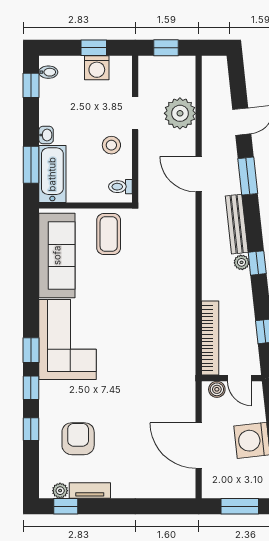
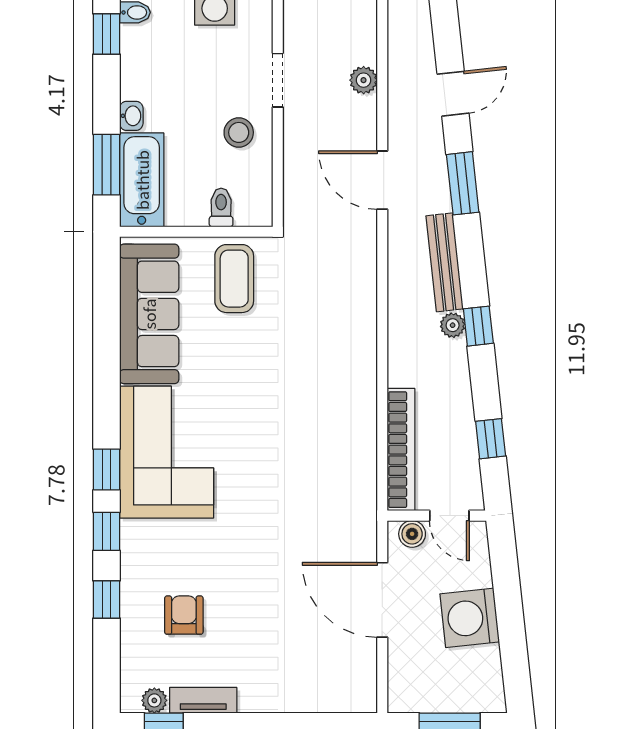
plant: (180, 113) -> (364, 80), width x0.53, depth x0.53
toilet: (120, 187) -> (221, 208), moved, turned 90
armchair: (78, 439) -> (184, 615), width x0.72, depth x0.72
door: (199, 446) -> (382, 600), moved

